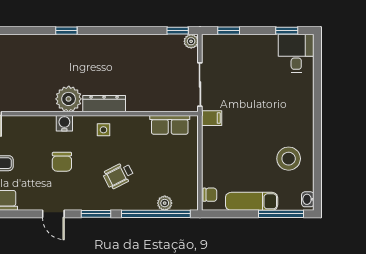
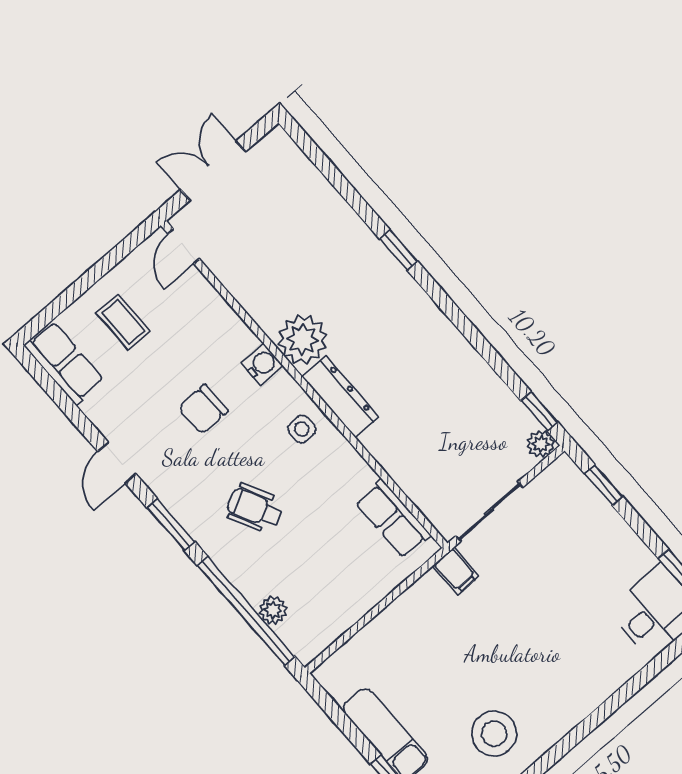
chair: (210, 195) -> (342, 665), removed

